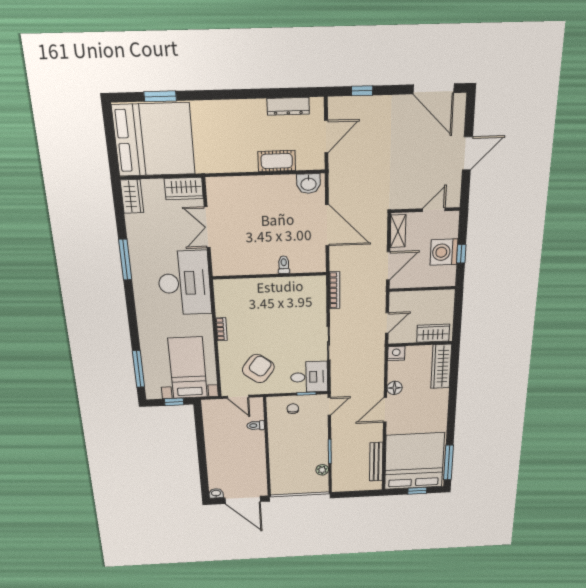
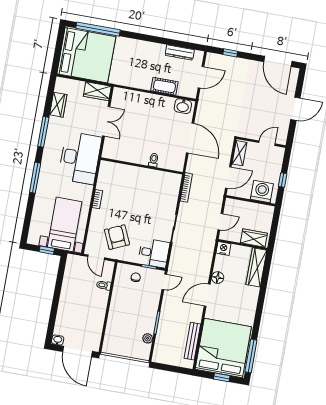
window: (160, 96) -> (98, 29), width x2.11
wardrobe: (132, 196) -> (58, 105), moved
double door: (207, 227) -> (106, 121), swing flipped
washing machine: (444, 252) -> (262, 191), moved, turned 90
window: (138, 369) -> (35, 178), moved
armchair: (258, 369) -> (117, 237), turned -61

